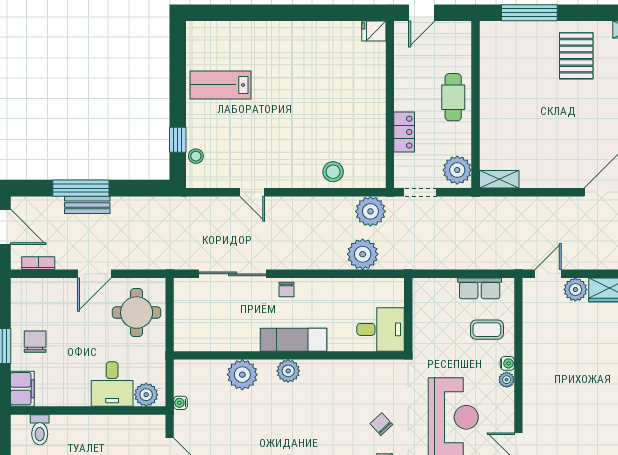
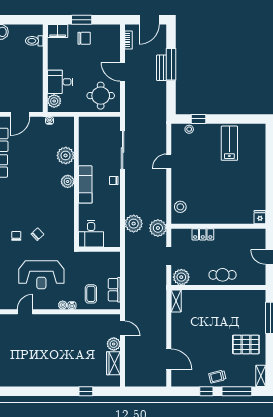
fridge: (374, 31) -> (260, 217), moved
wall: (390, 105) -> (218, 226), moved
locker: (404, 132) -> (203, 234), moved

